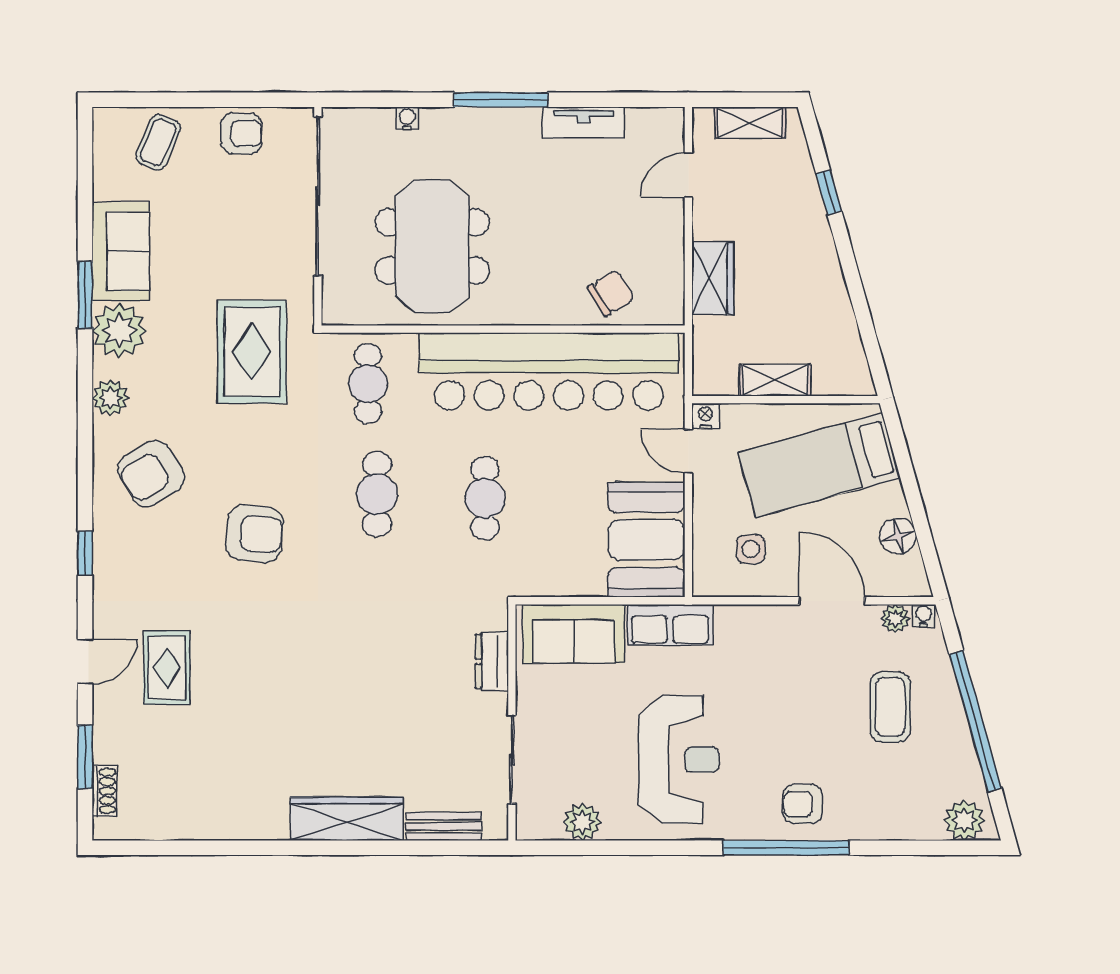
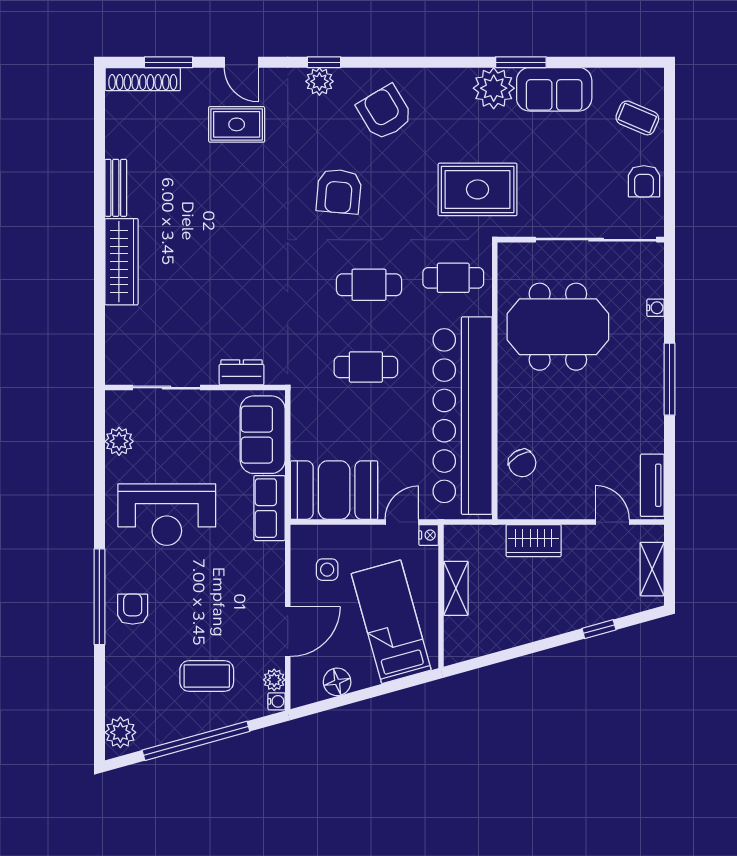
tv unit: (583, 122) -> (652, 485), moved
plant: (110, 398) -> (319, 81), moved
shoe rack: (104, 791) -> (143, 79), width x1.94, depth x1.24
bench: (444, 826) -> (116, 188), moved

